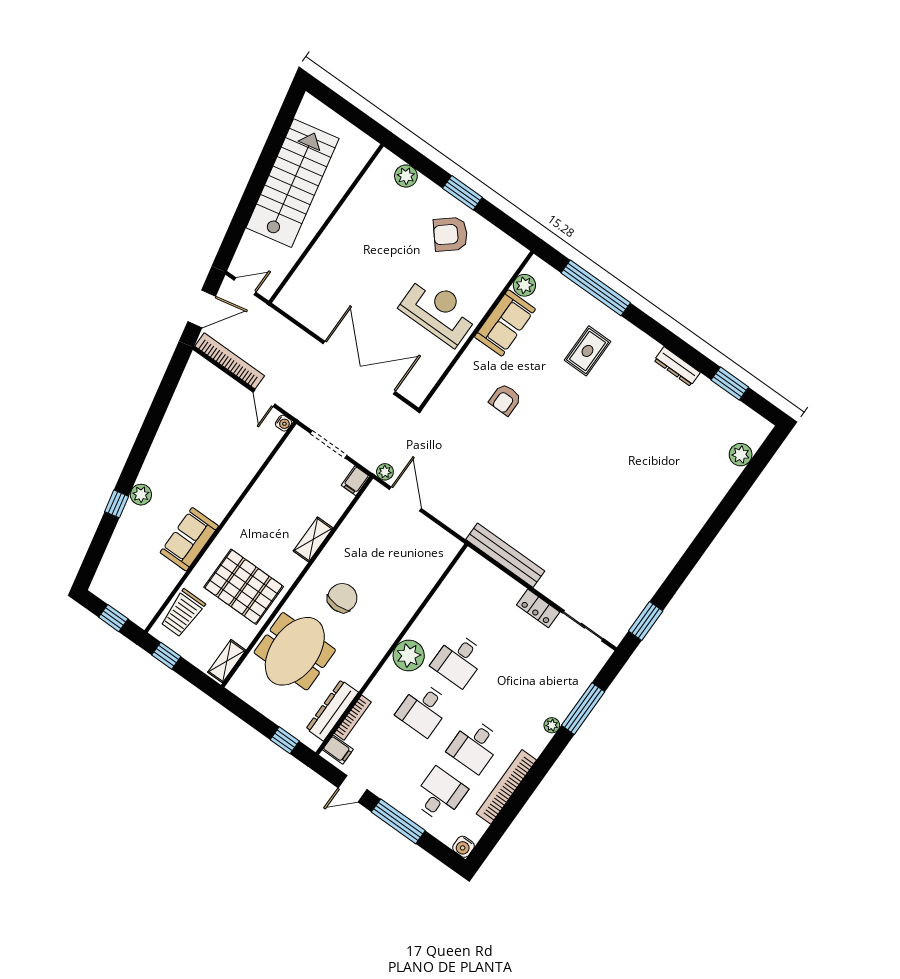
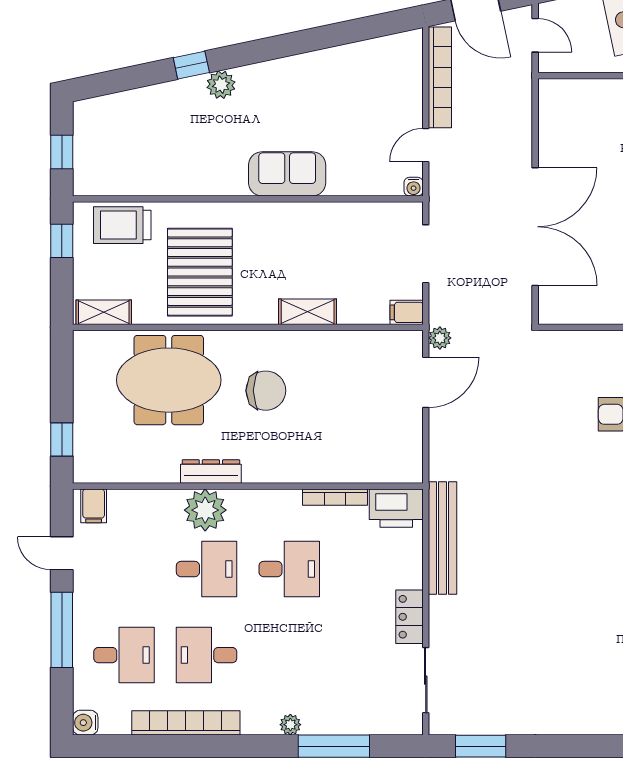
sofa: (189, 539) -> (287, 174), moved
printer: (468, 570) -> (396, 508), added
plant: (409, 656) -> (205, 510), moved
desk: (459, 660) -> (289, 569), turned 180
desk: (423, 709) -> (207, 569), turned 180
dresser: (332, 710) -> (211, 472), moved, width x0.73, depth x0.80
bookcase: (353, 718) -> (335, 497), moved

